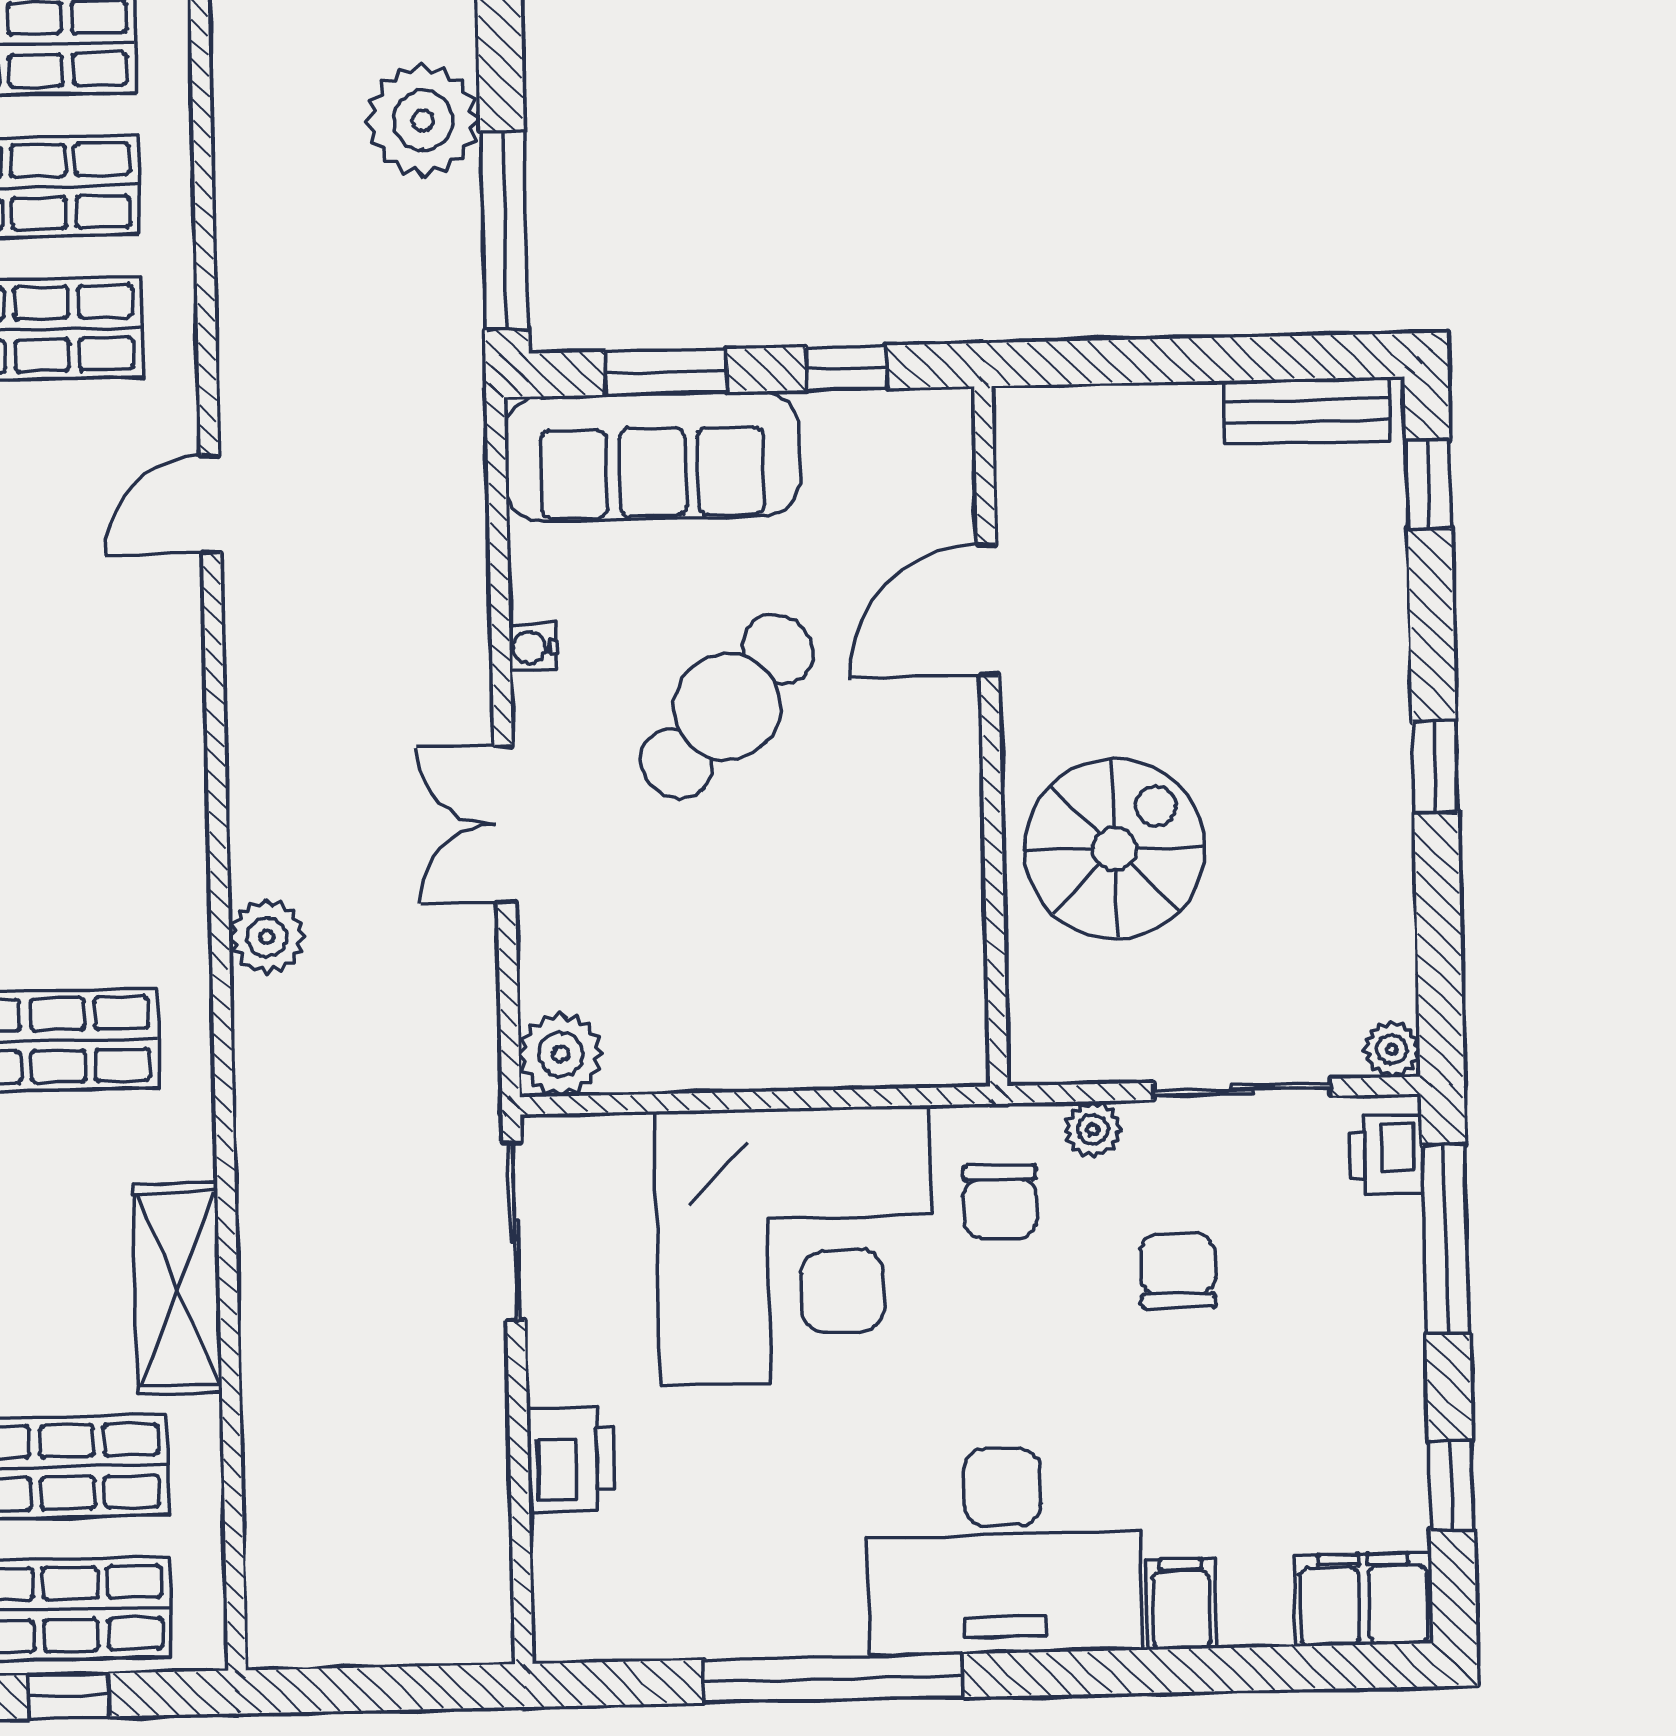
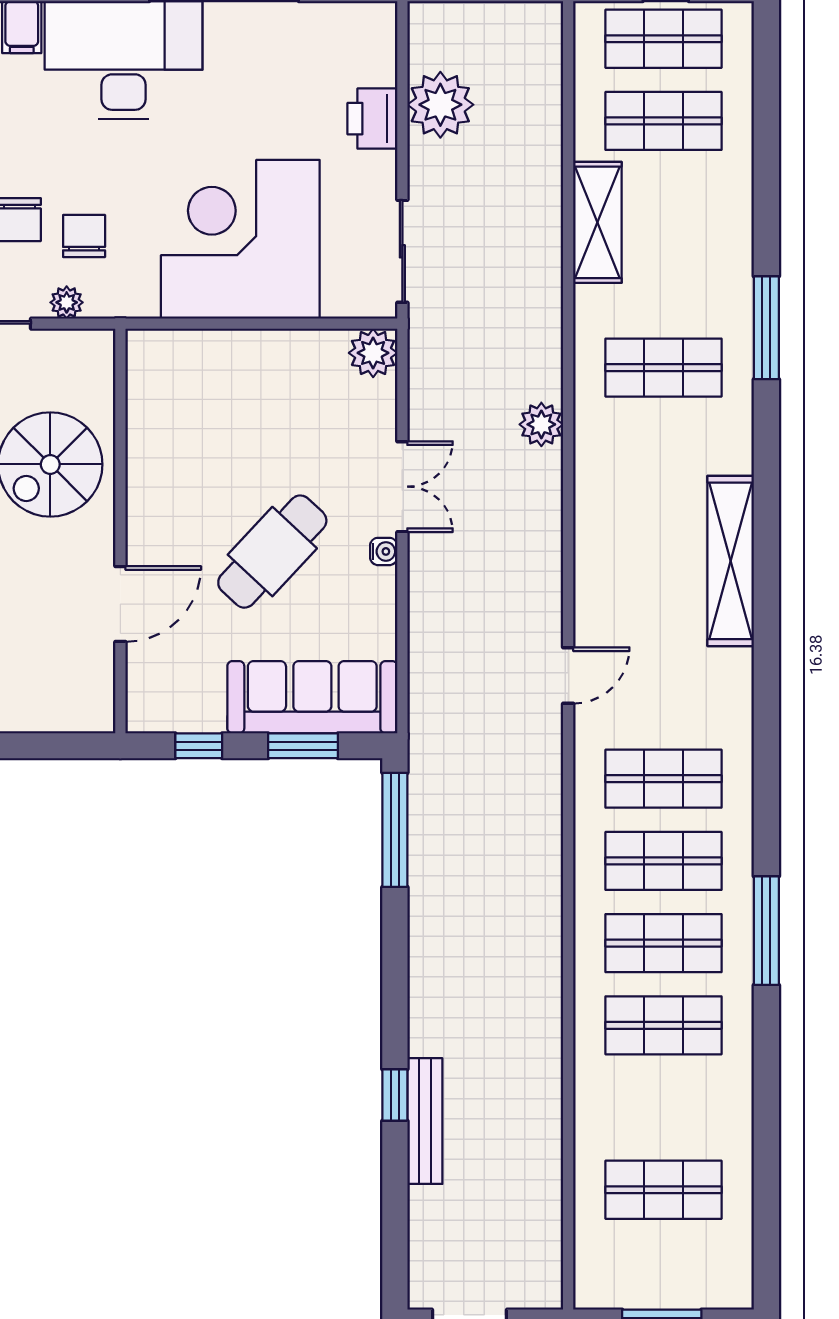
plant: (423, 120) -> (440, 105), moved
water cooler: (533, 647) -> (384, 551), moved
chair: (1000, 1202) -> (84, 236), moved

